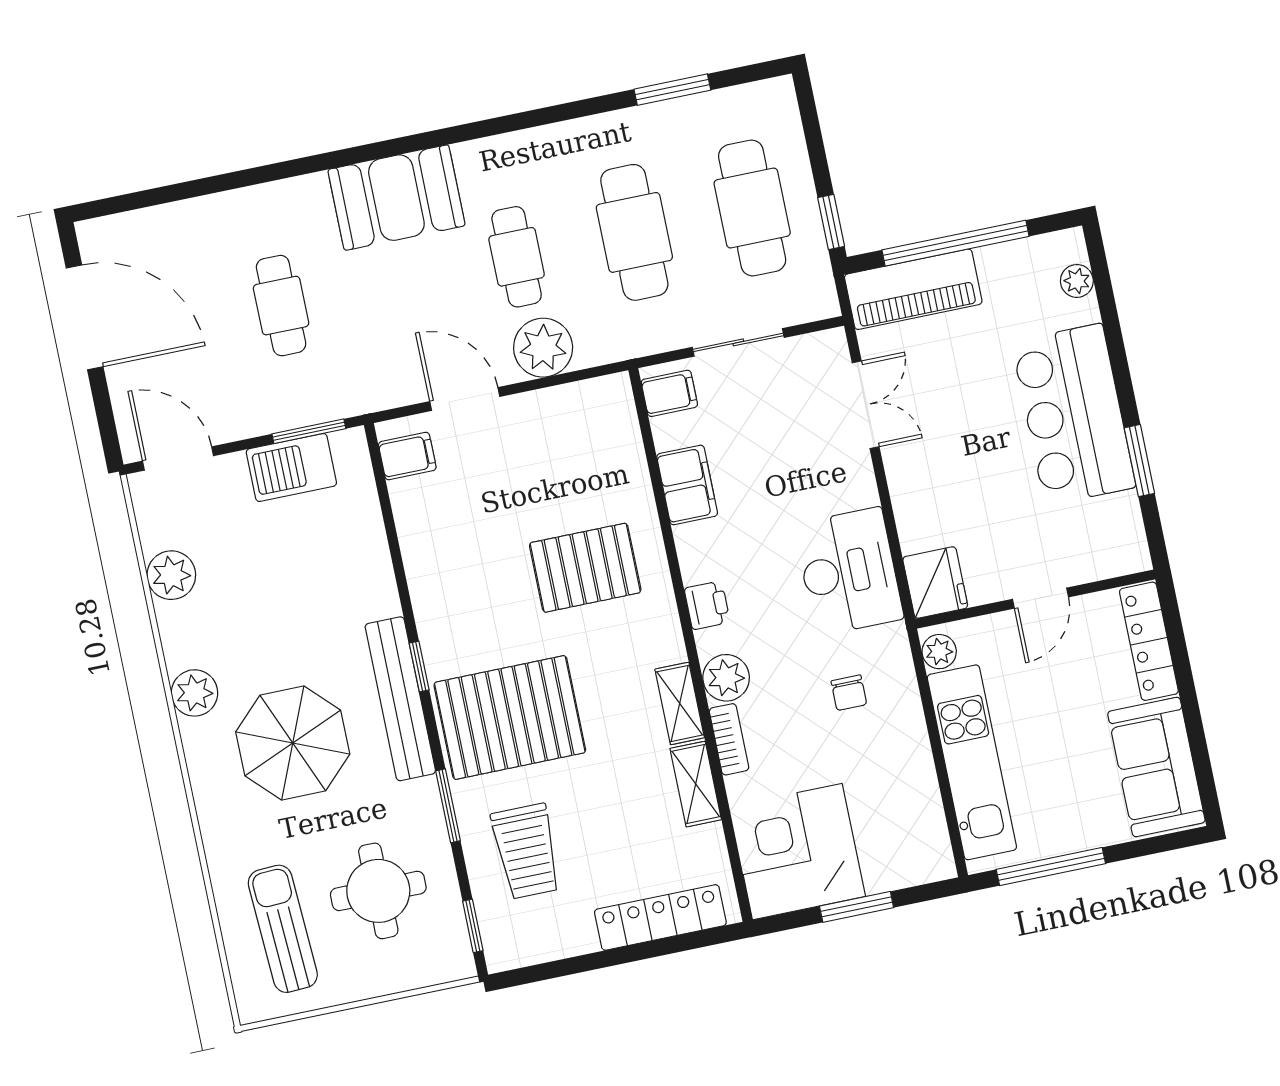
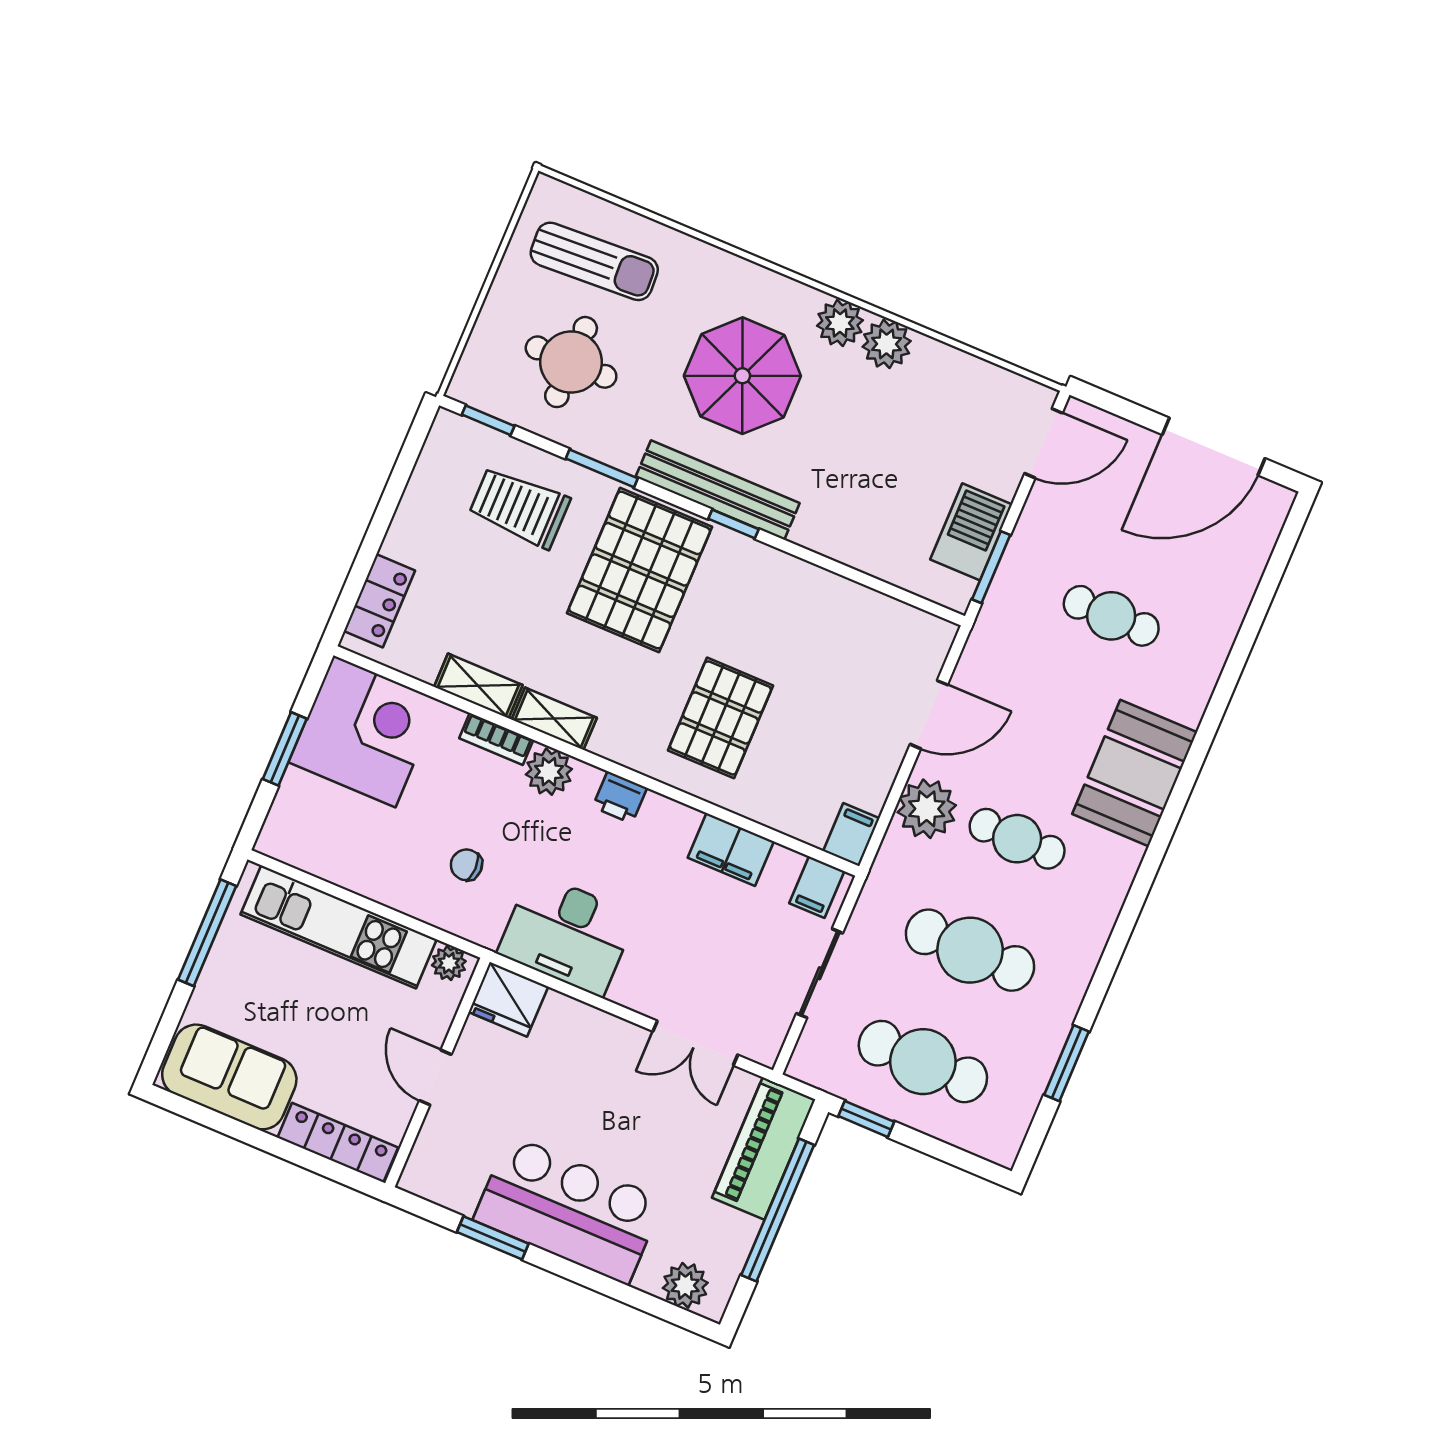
plant: (1077, 281) -> (685, 1285), width x1.38, depth x1.38
filing cabinet: (407, 456) -> (851, 835), moved, turned 180
plant: (171, 575) -> (887, 344), moved
locker: (660, 917) -> (379, 601), width x0.66

